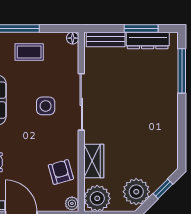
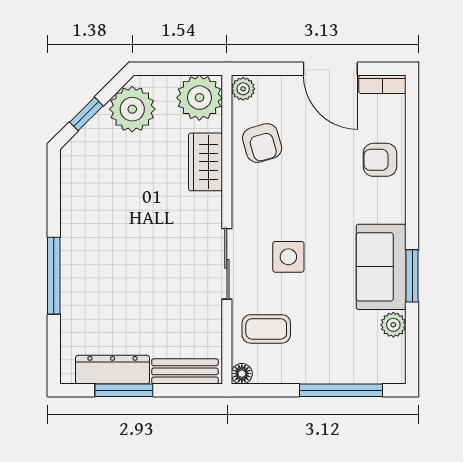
coffee table: (29, 52) -> (266, 329), moved
window: (182, 71) -> (54, 276), moved
sliding door: (81, 102) -> (227, 264), width x0.73

